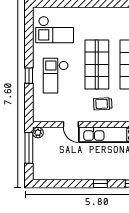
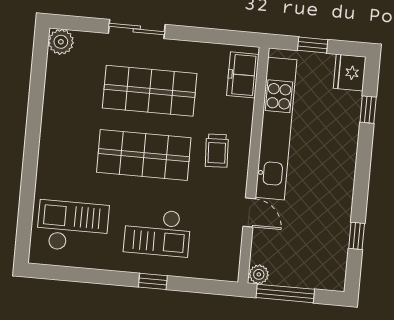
checkout: (55, 30) -> (73, 227), turned -90
door: (71, 124) -> (249, 212), hinge flipped
window: (100, 184) -> (357, 236), moved

